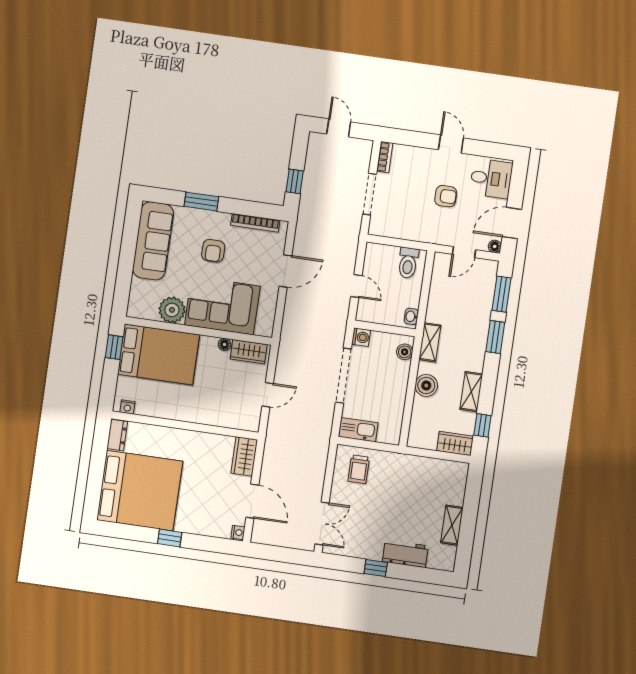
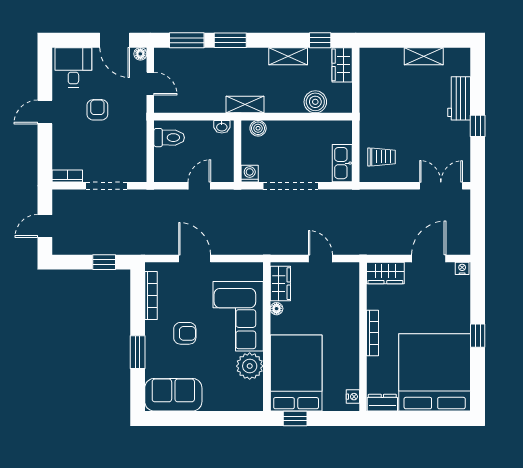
sofa: (153, 241) -> (173, 395), width x0.73
boiler: (426, 385) -> (315, 102), moved
bookcase: (187, 435) -> (373, 333), added

